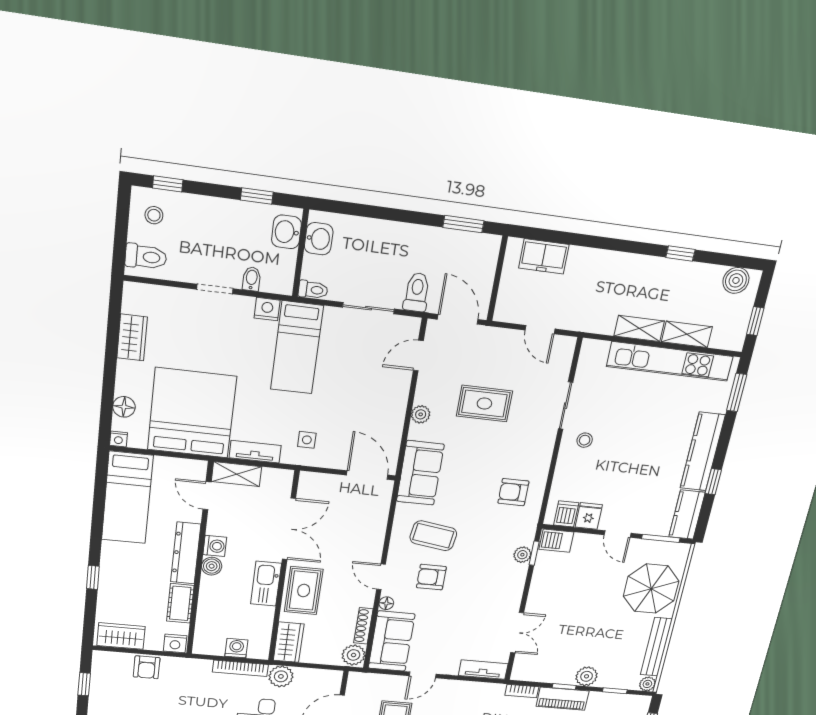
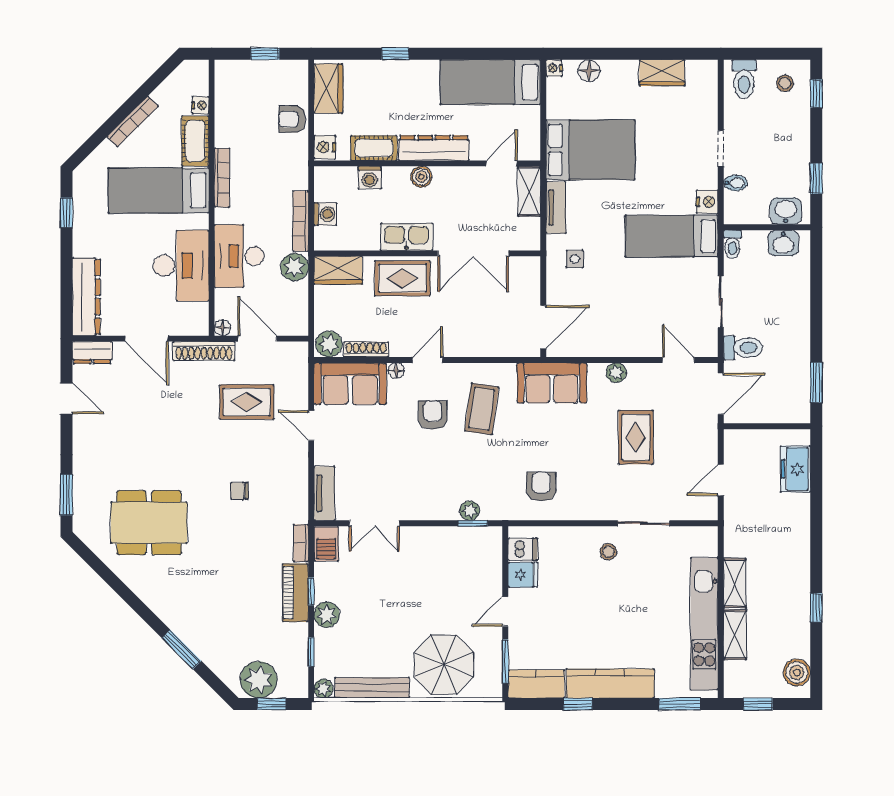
bed: (192, 413) -> (590, 150), width x0.73
barbecue: (556, 541) -> (326, 544), moved, turned 180
washing machine: (215, 546) -> (369, 178), moved

